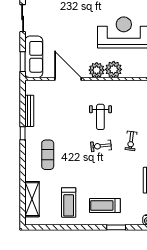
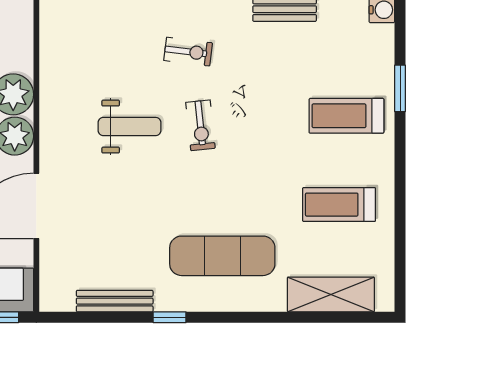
exercise mat: (48, 155) -> (222, 256), width x1.36, depth x1.45
treadmill: (69, 202) -> (339, 205), turned 180
treadmill: (105, 205) -> (346, 116), turned 90

